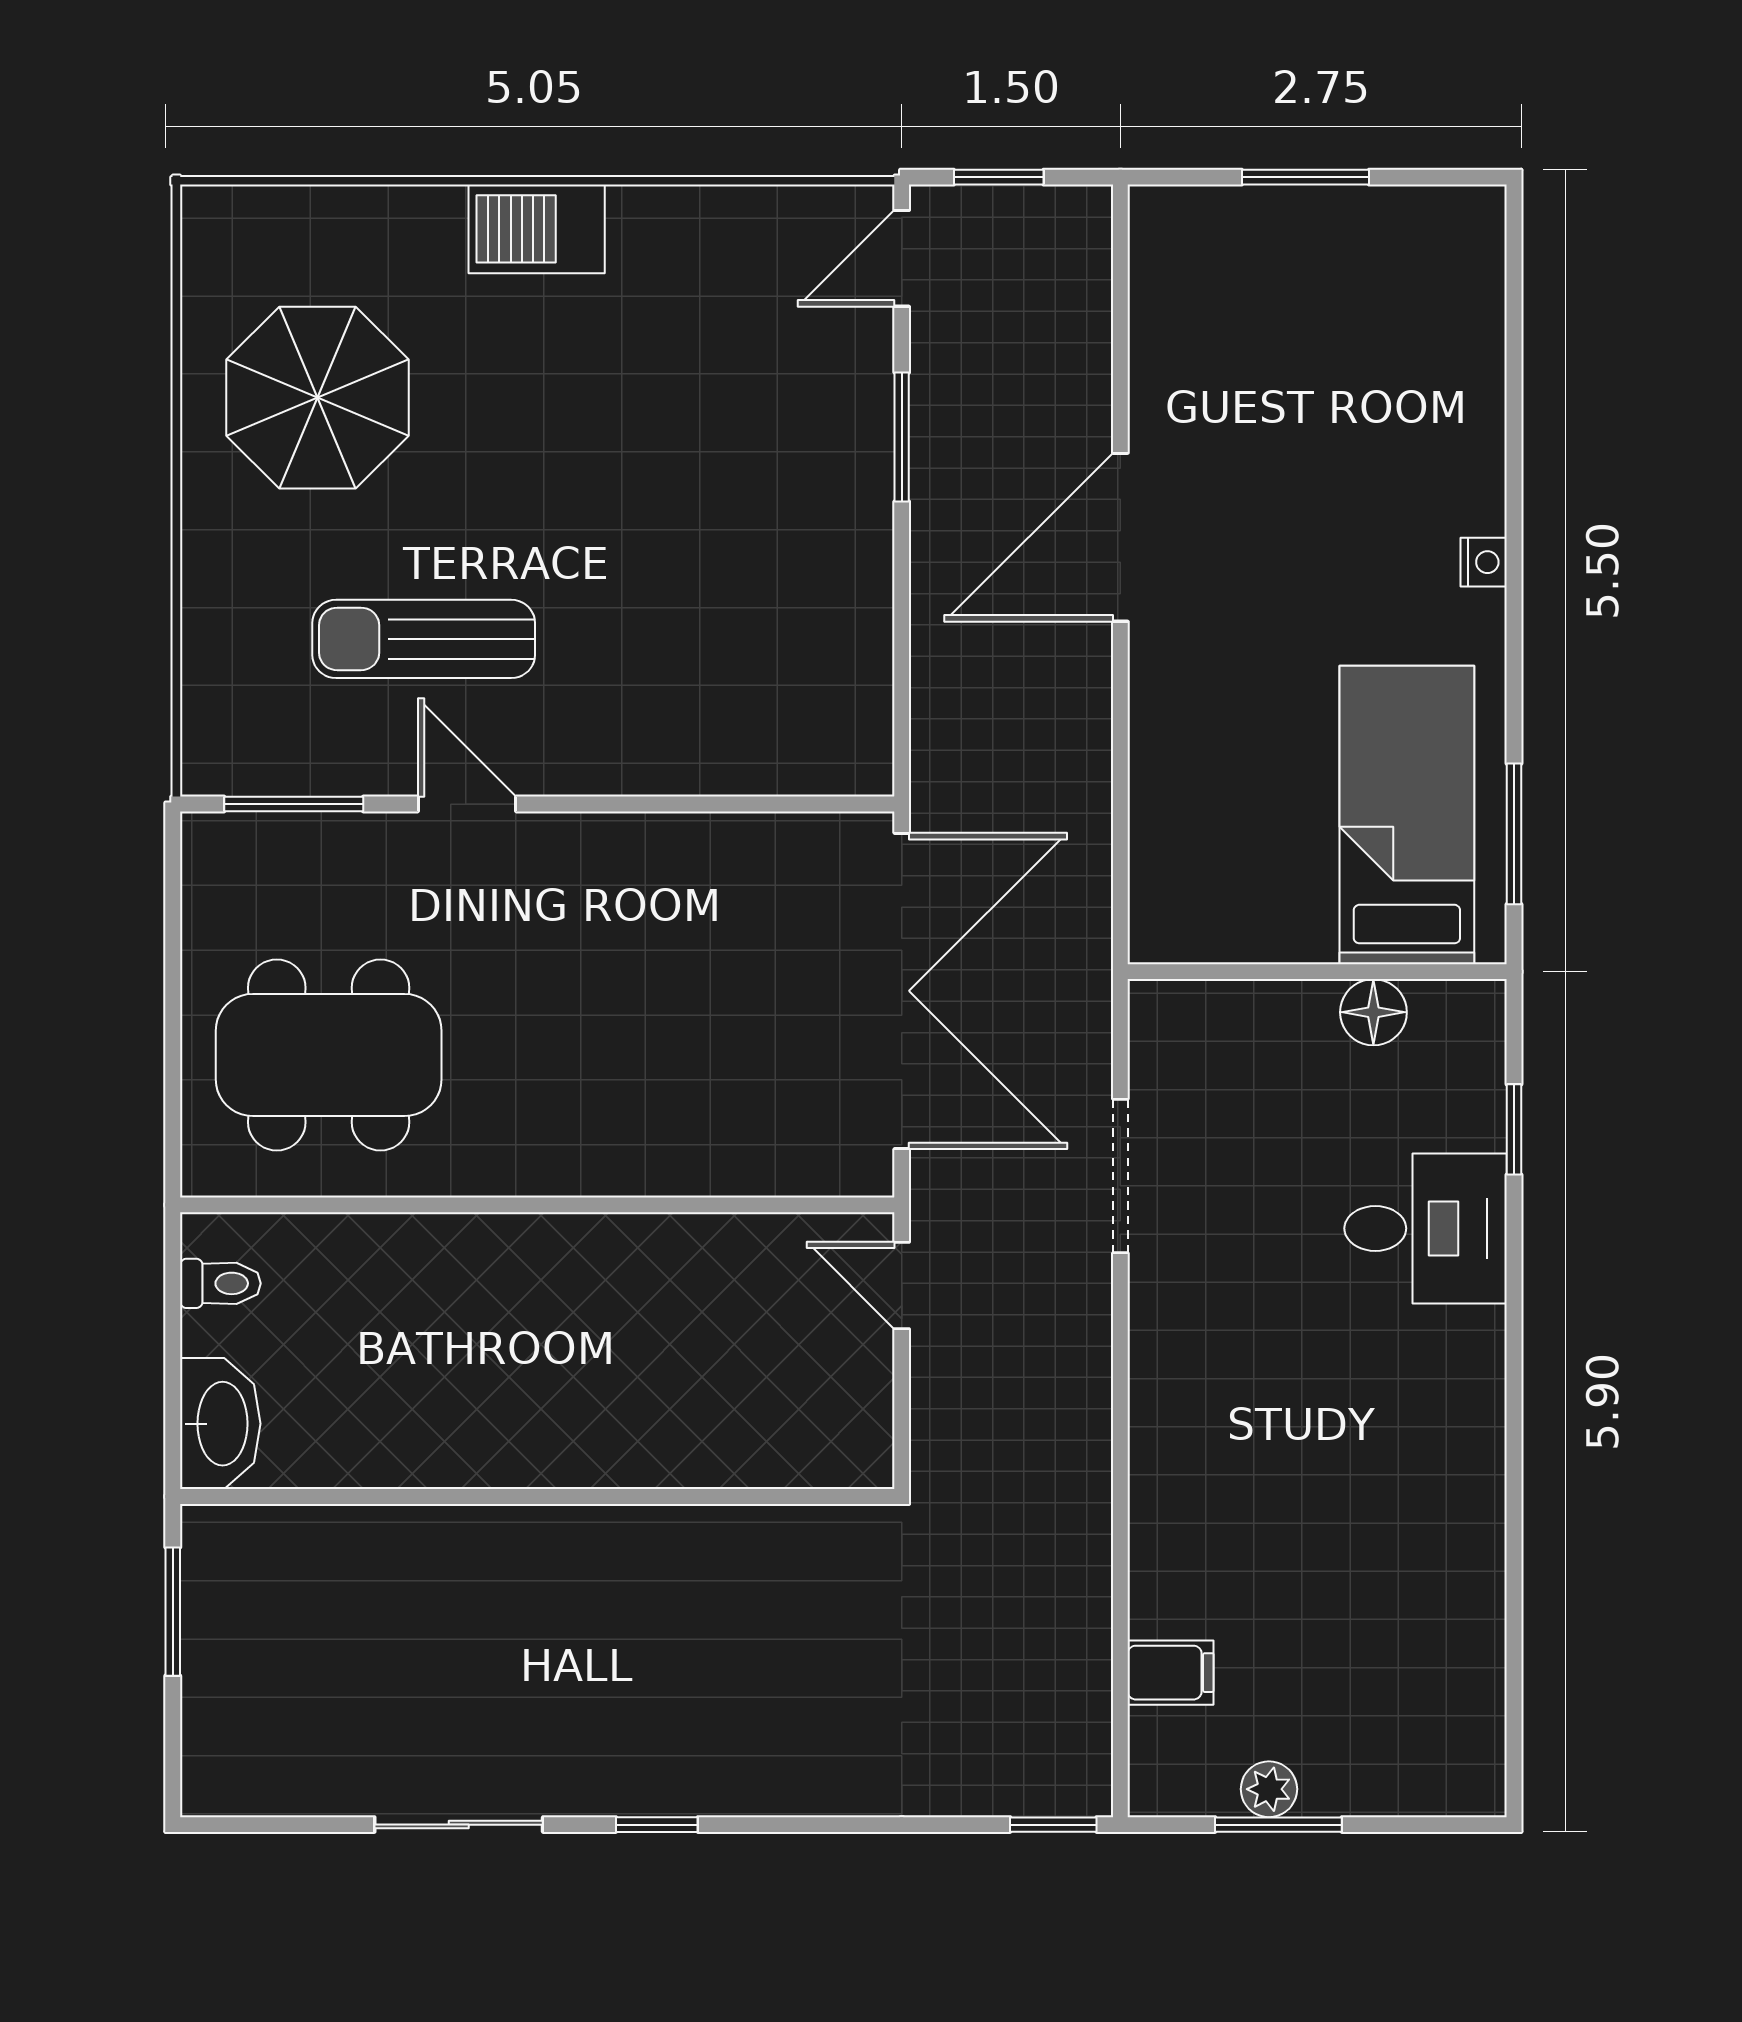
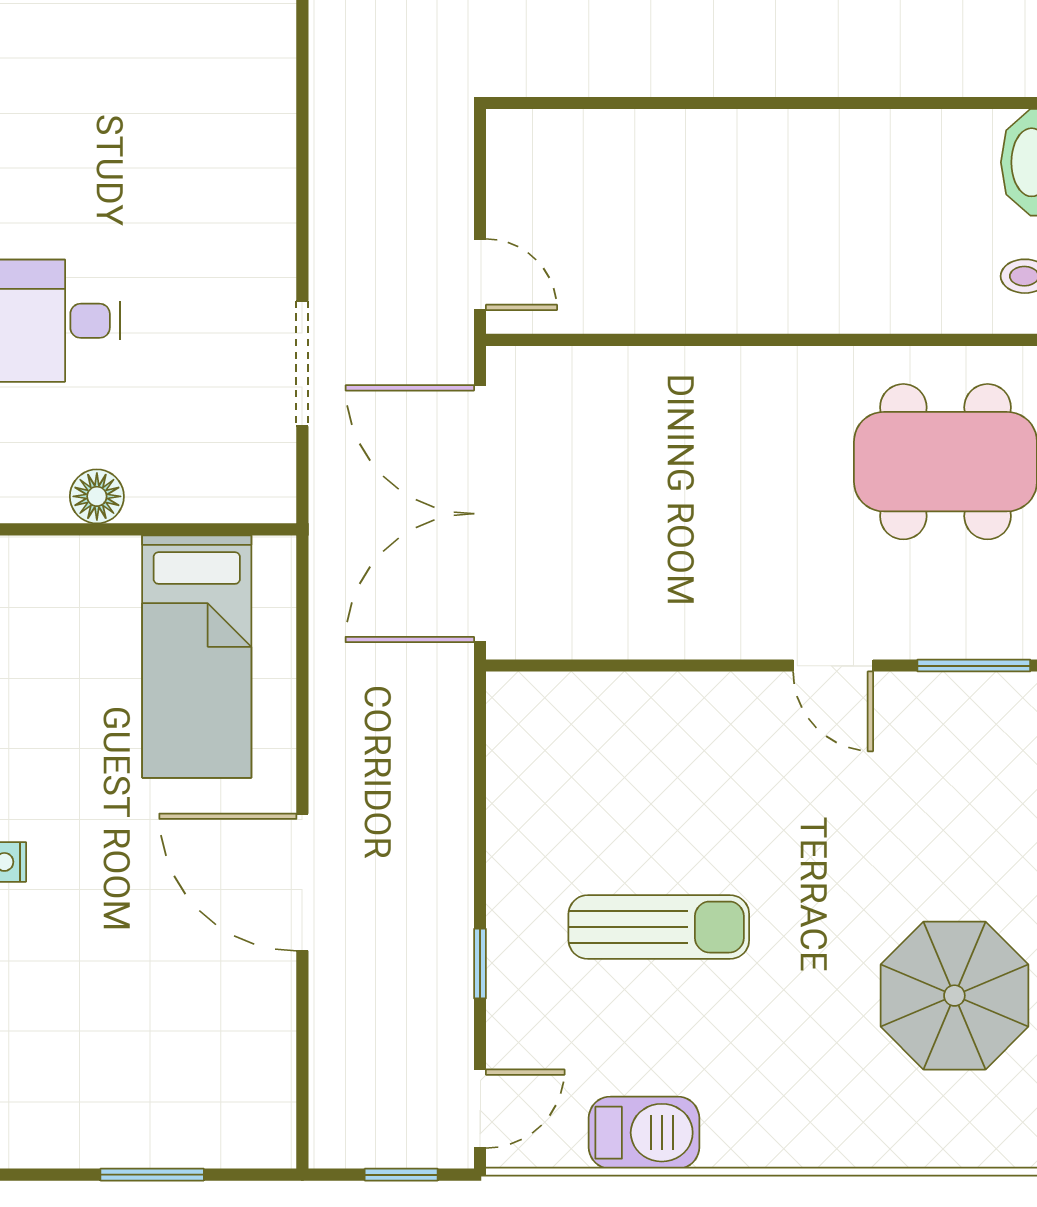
barbecue: (537, 229) -> (644, 1133), moved
window: (902, 437) -> (480, 964), width x0.67
door: (1120, 537) -> (302, 882), swing flipped
sun lounger: (424, 639) -> (659, 927), moved
bed: (1407, 815) -> (197, 657), moved

